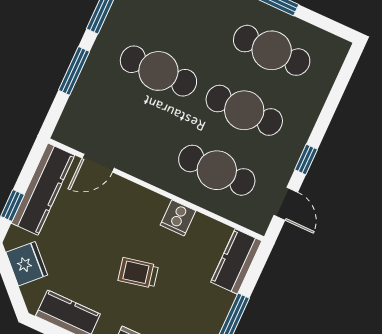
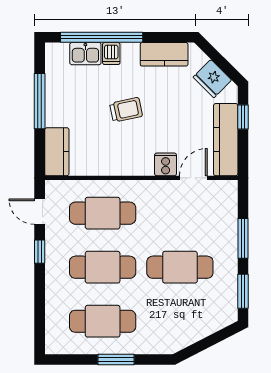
cooker: (178, 218) -> (166, 164), moved

